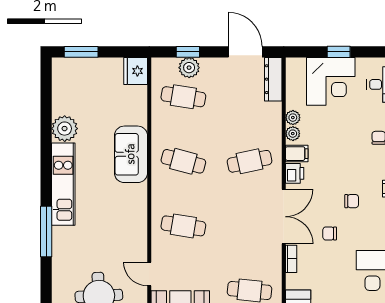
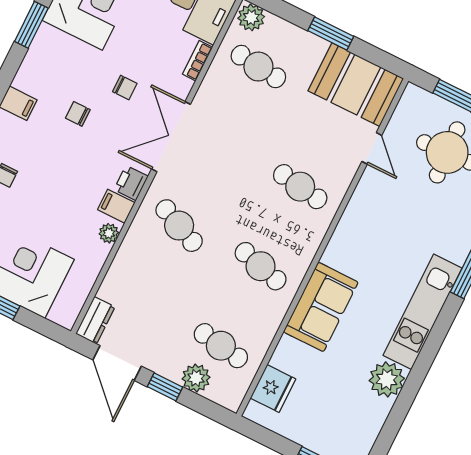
window: (188, 52) -> (165, 387), moved
fridge: (136, 71) -> (273, 389), moved
dresser: (273, 79) -> (95, 320), width x0.70
plant: (293, 118) -> (99, 253), removed
cafe table: (250, 161) -> (179, 226), turned 36
bookcase: (291, 259) -> (198, 61), moved

